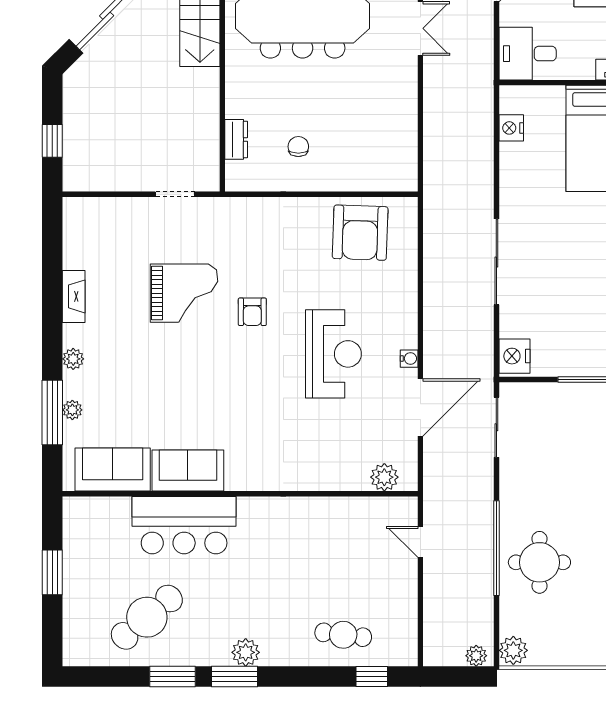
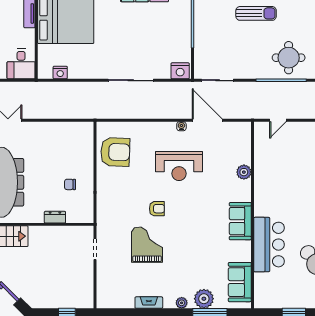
dresser: (236, 139) -> (55, 217), moved
reception desk: (333, 354) -> (179, 166), turned 180
plant: (72, 410) -> (204, 299), width x1.88, depth x1.88
sofa: (188, 471) -> (240, 221), moved
plant: (384, 477) -> (244, 172), moved

